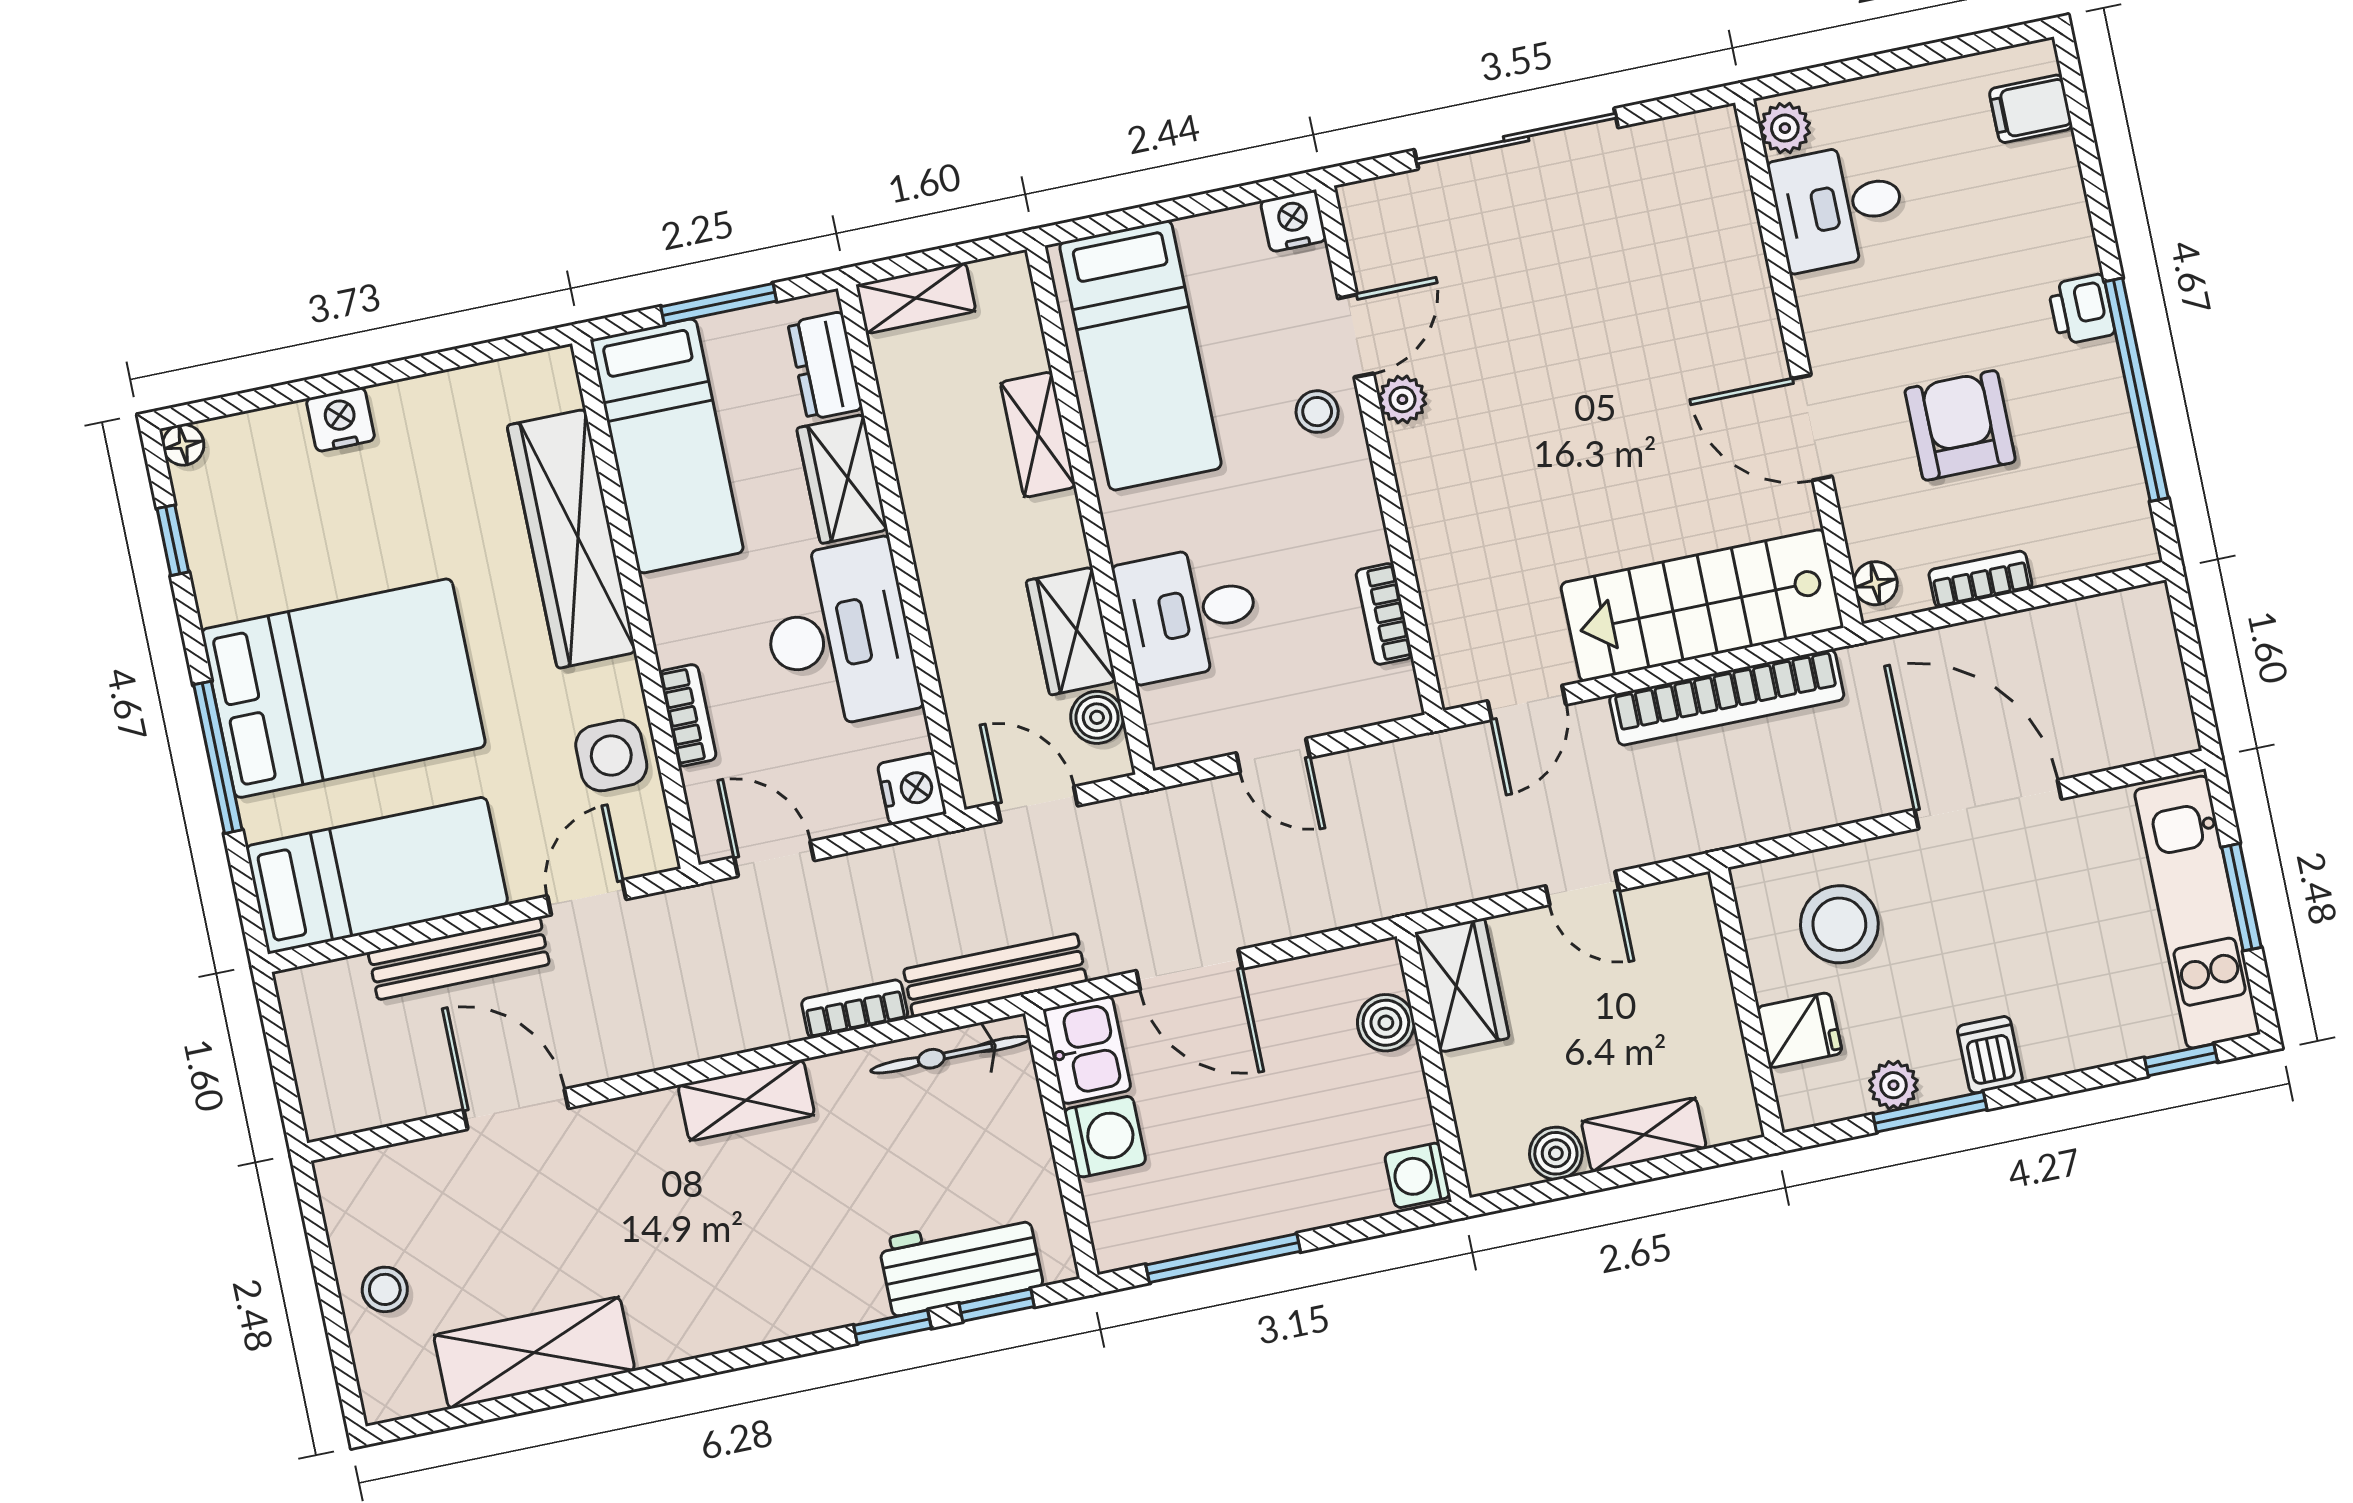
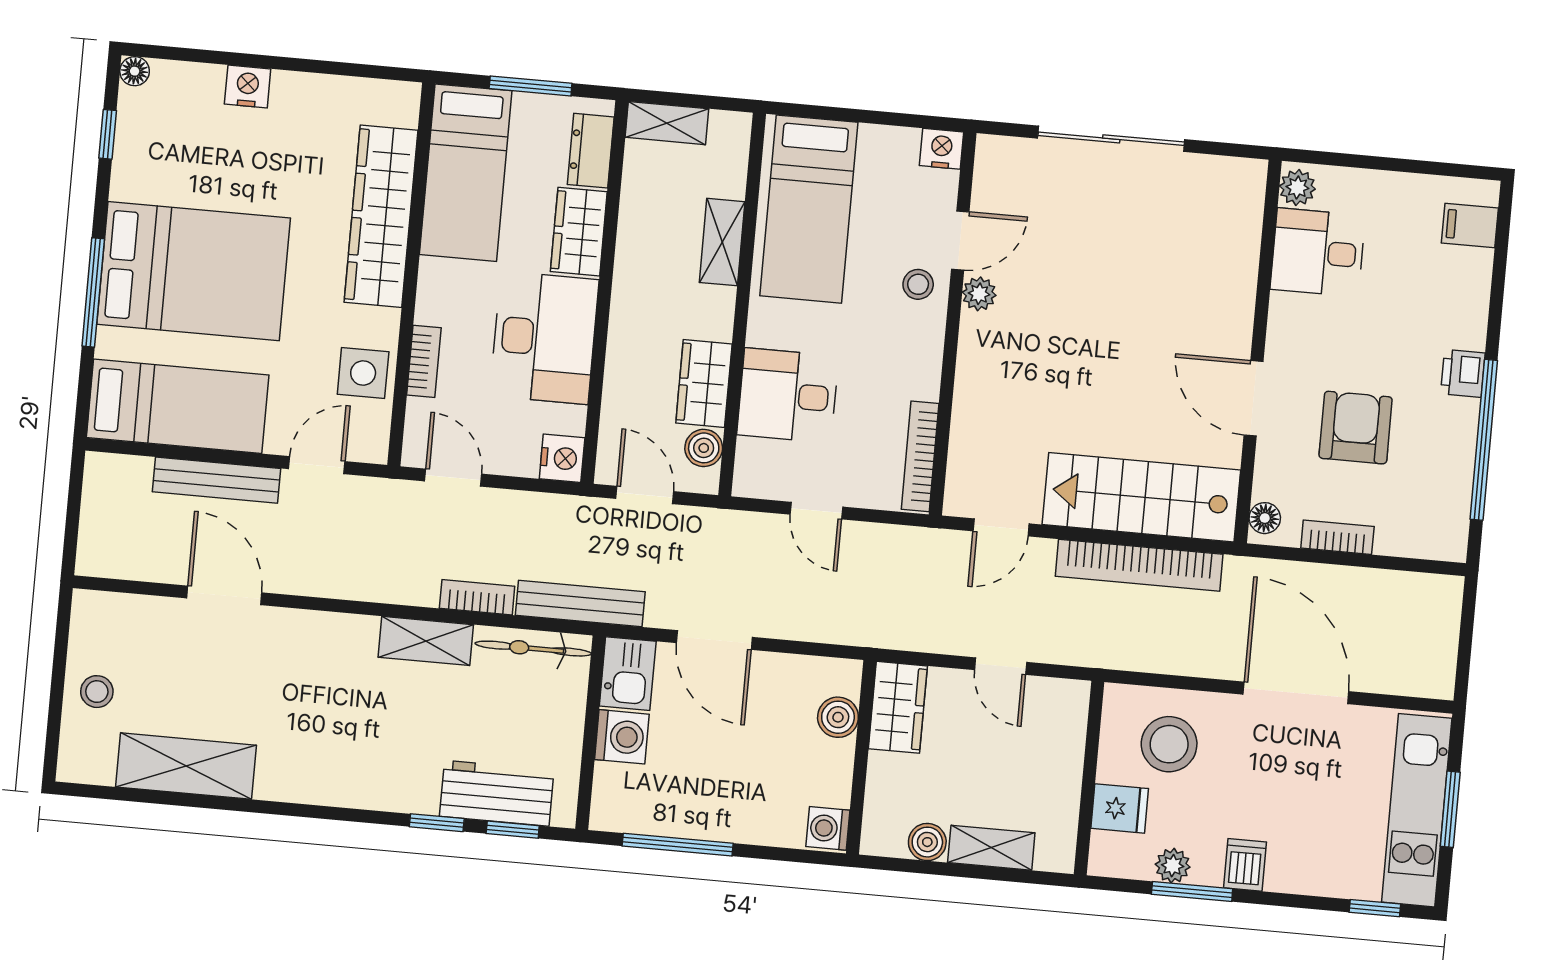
bookcase: (1384, 614) -> (920, 456), width x1.56
shelving: (746, 1100) -> (426, 641), moved

